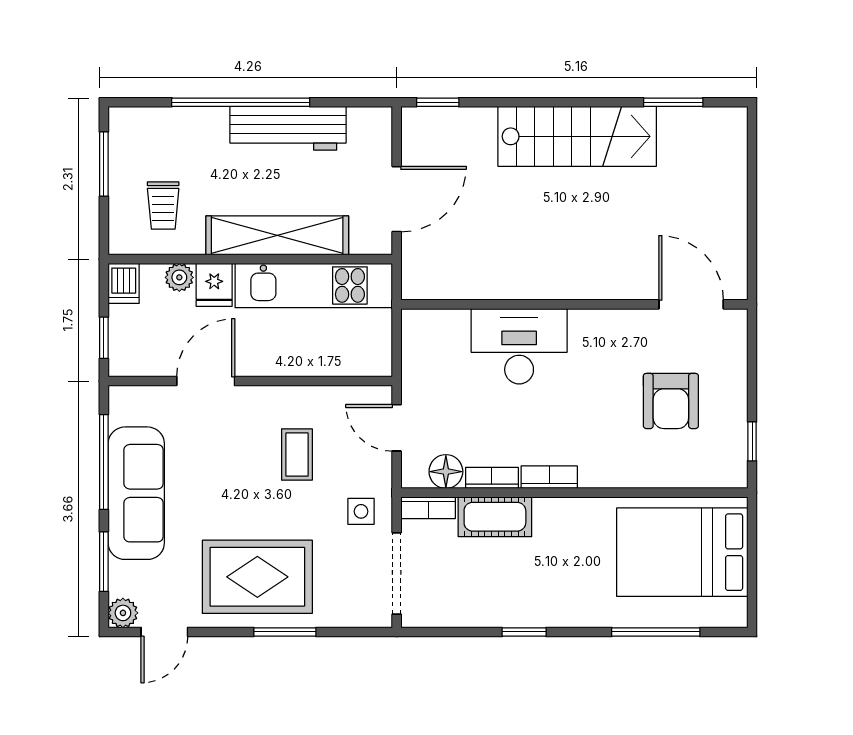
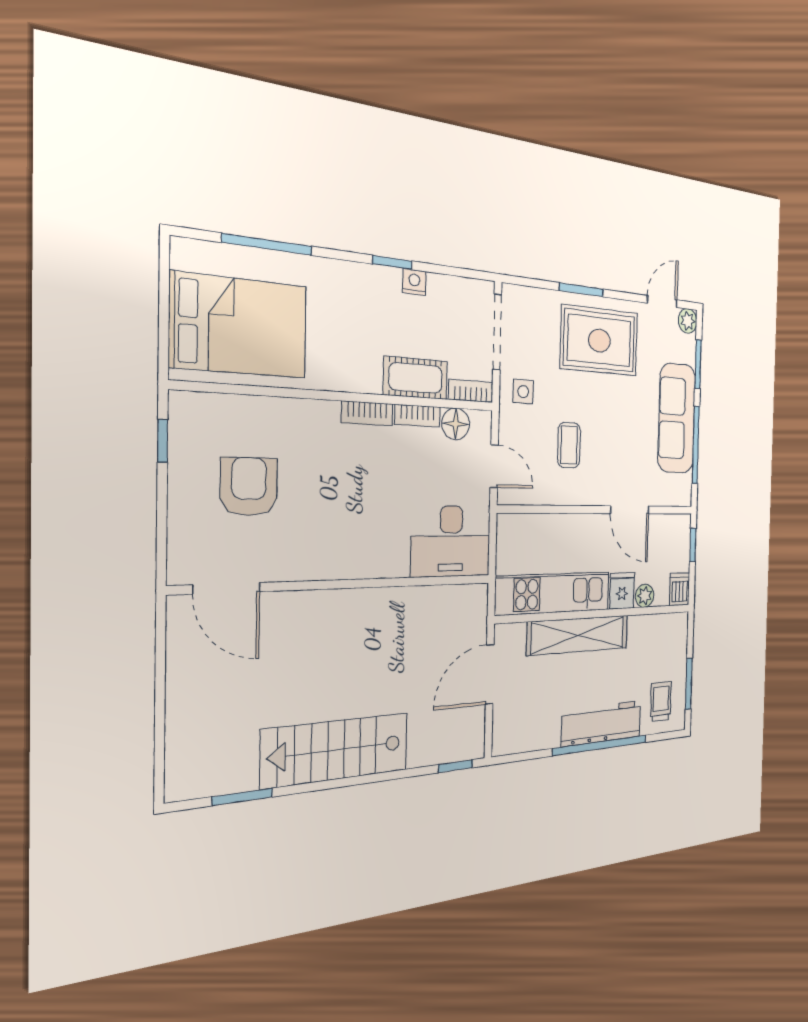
workbench: (288, 128) -> (602, 723), moved
trolley: (163, 205) -> (661, 701), moved
desk: (519, 346) -> (451, 541), moved
door: (206, 381) -> (630, 510), hinge flipped
nightstand: (498, 615) -> (414, 282), added

